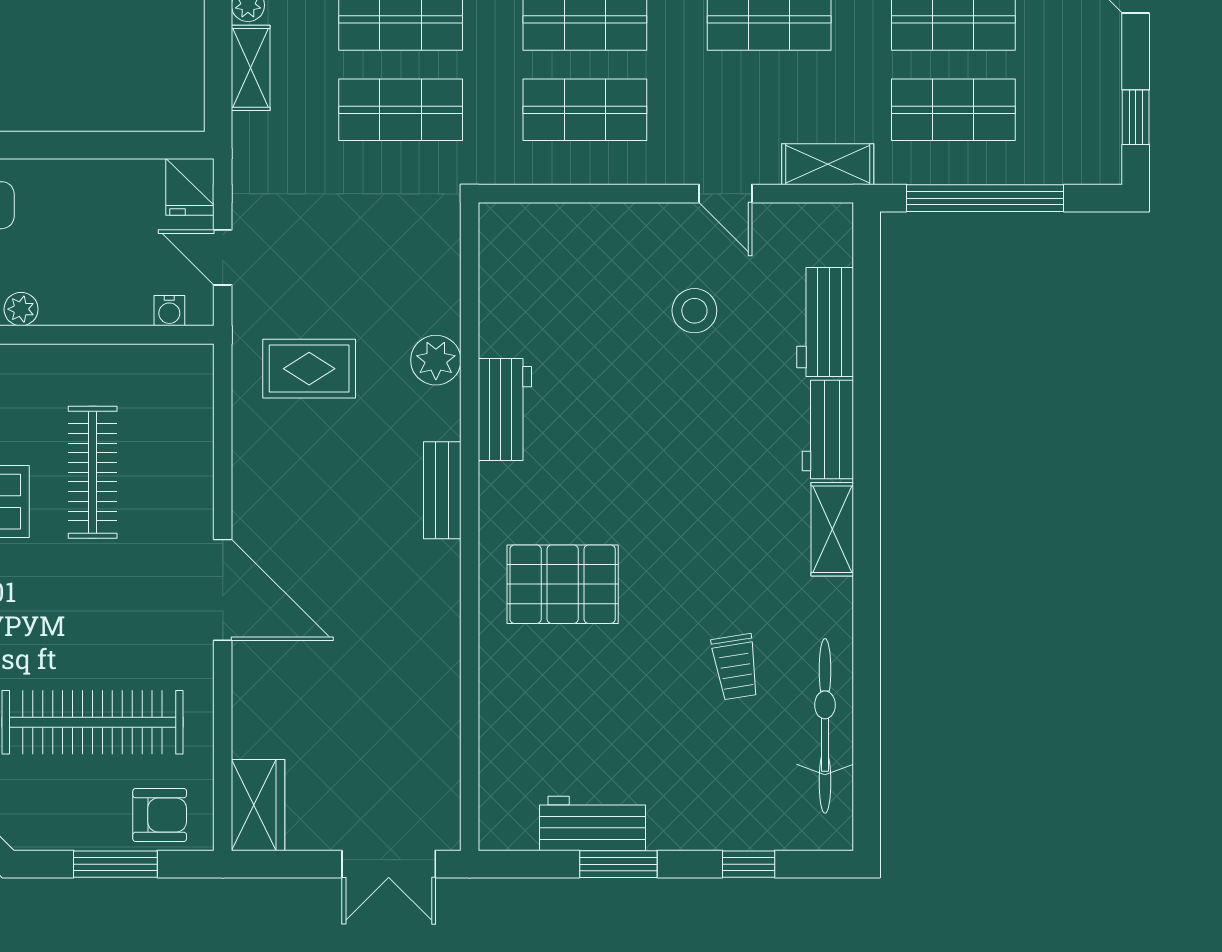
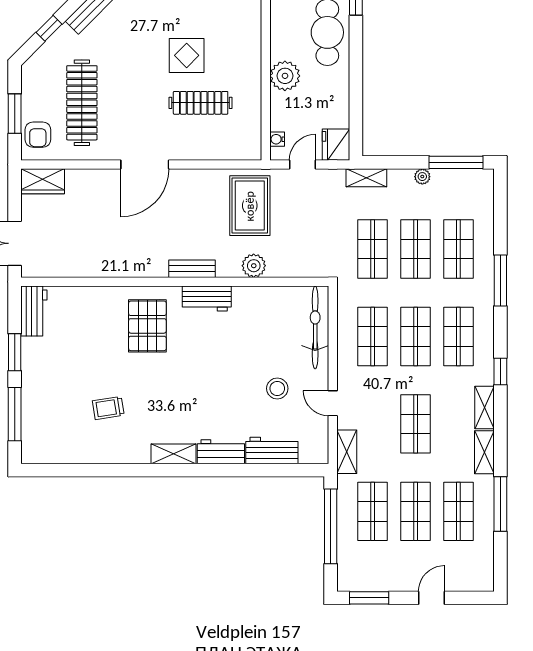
shelving: (251, 68) -> (366, 178), moved
window: (1136, 117) -> (369, 598), width x1.50
fridge: (190, 187) -> (336, 145), width x1.38
door: (725, 194) -> (333, 403), hinge flipped
plant: (21, 309) -> (285, 76), width x1.88, depth x1.88
rug: (309, 369) -> (250, 206), width x1.36, depth x1.43
workbench: (505, 409) -> (207, 299), moved
bicycle: (825, 726) -> (315, 327), moved, turned -90
workbench: (592, 823) -> (34, 311), moved
window: (749, 864) -> (15, 414), width x2.17

